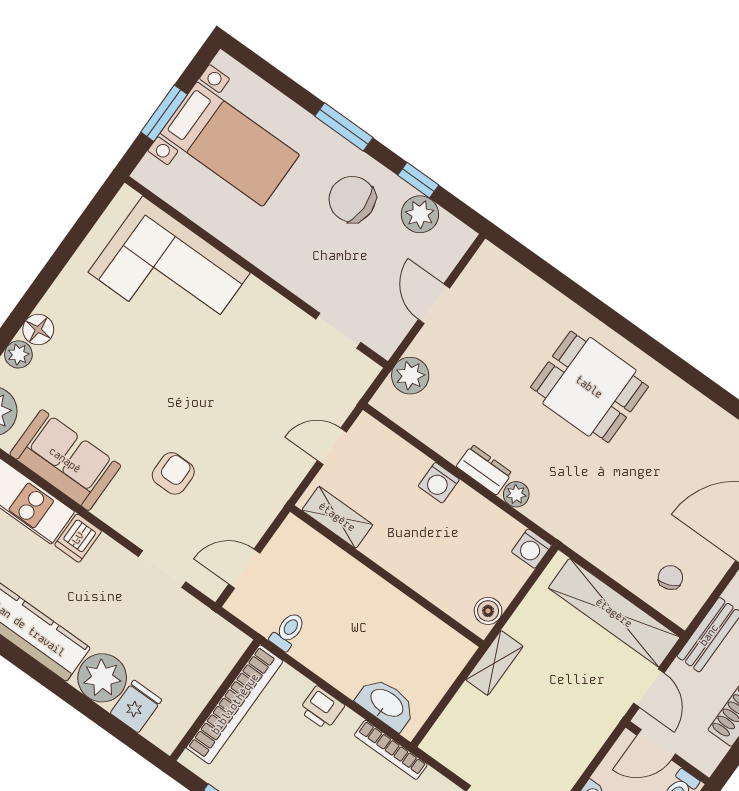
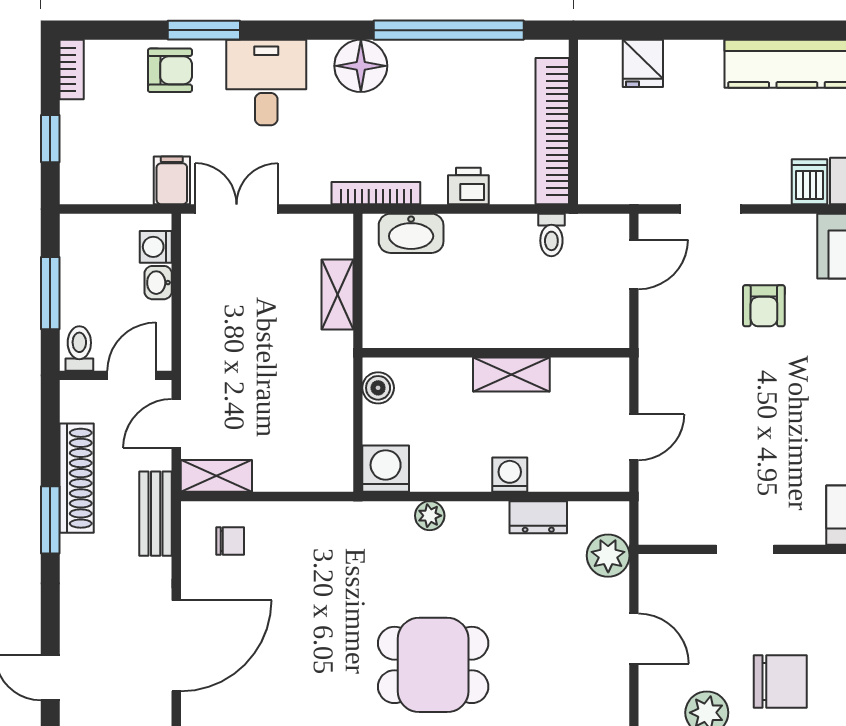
doorway: (338, 331) -> (745, 549), moved
dresser: (484, 470) -> (538, 517), moved
shelving: (337, 517) -> (511, 374), moved
washing machine: (531, 549) -> (386, 469), width x1.38, depth x1.38
chair: (670, 577) -> (230, 541), turned -68
shelving: (614, 613) -> (216, 476), width x0.45, depth x0.75
shelving: (494, 663) -> (337, 295), moved
plant: (102, 678) -> (694, 67), removed
door: (649, 688) -> (176, 423), hinge flipped

